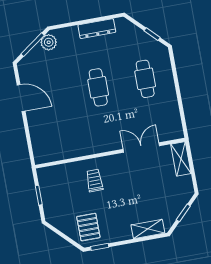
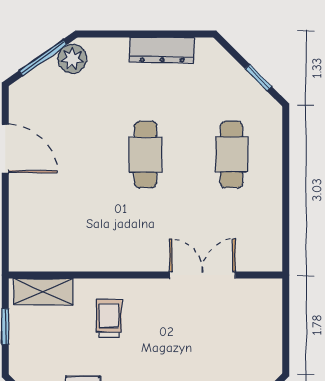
shelving: (181, 159) -> (43, 292), moved, turned 90

